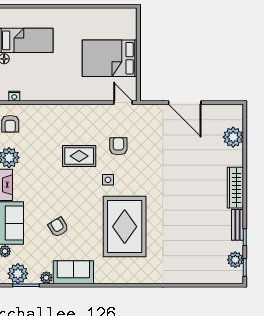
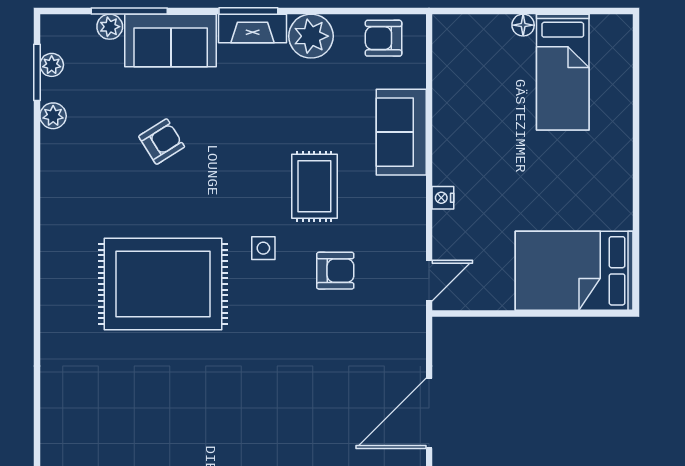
bed: (110, 58) -> (574, 271), moved, turned -90
nightstand: (14, 96) -> (443, 198), moved
sofa: (73, 272) -> (401, 132), moved, turned 180
plant: (18, 274) -> (52, 65), width x0.53, depth x0.53

